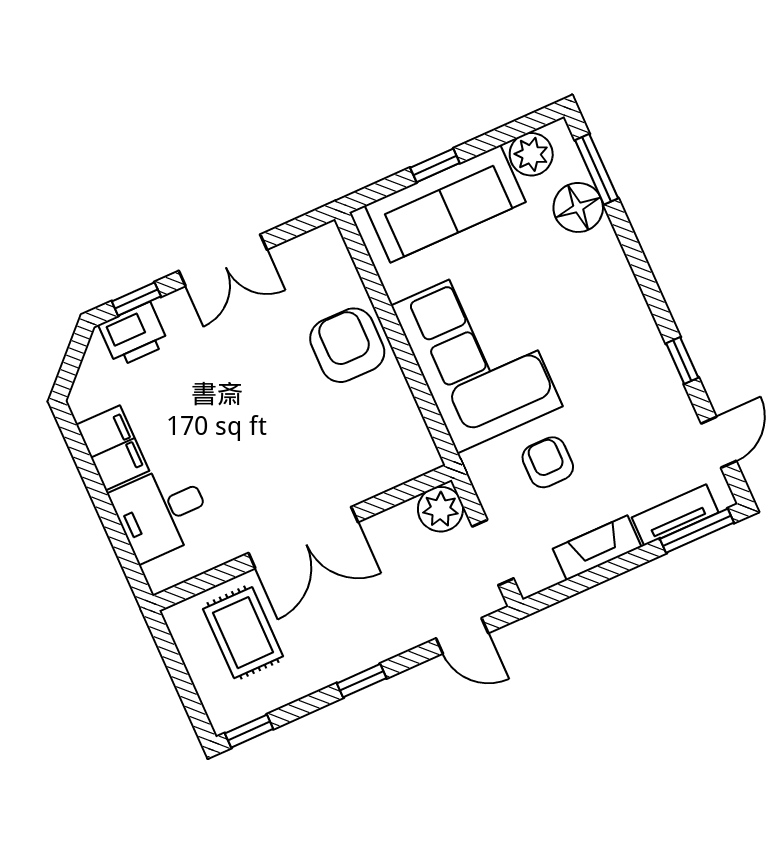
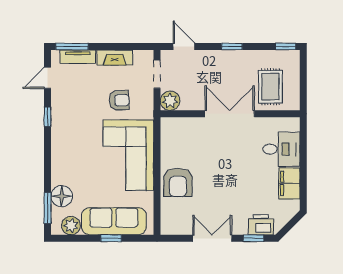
armchair: (548, 462) -> (119, 100), turned -92

